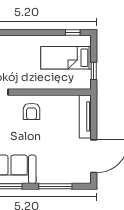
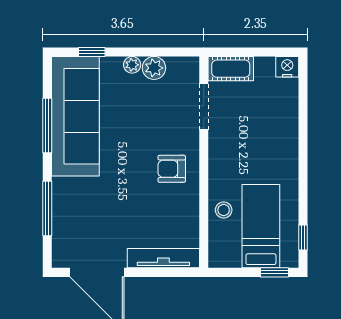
window: (94, 71) -> (275, 272), moved
stool: (56, 80) -> (224, 210), added

